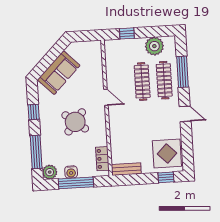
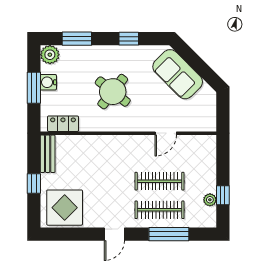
window: (127, 33) -> (223, 195), moved
plant: (154, 46) -> (210, 200), width x0.53, depth x0.53
door: (106, 97) -> (166, 133), moved
window: (36, 152) -> (77, 39), width x0.69
window: (166, 177) -> (34, 183), moved
window: (76, 183) -> (34, 88), width x0.69

